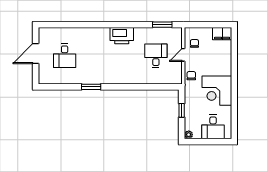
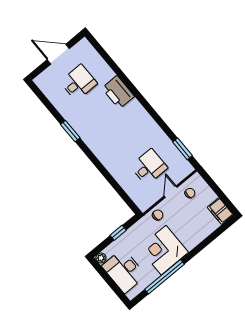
printer: (122, 36) -> (118, 92), moved
door: (183, 55) -> (171, 192), hinge flipped
desk: (65, 56) -> (79, 83), turned 180
window: (234, 104) -> (164, 277), added
desk: (213, 127) -> (124, 271), width x1.37

